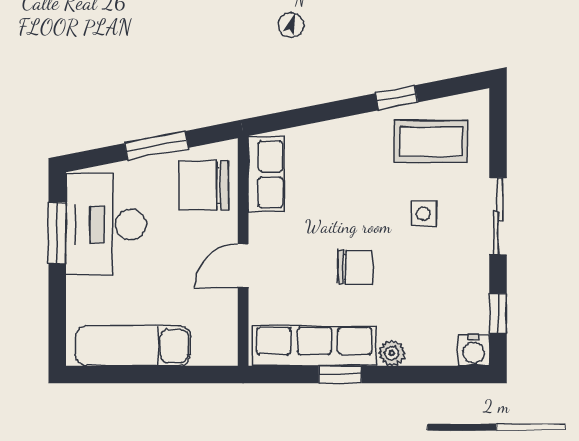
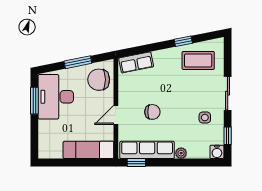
row of seats: (266, 174) -> (136, 62), moved, turned 79
side table: (423, 213) -> (205, 118), moved
chair: (355, 267) -> (152, 112), moved
exam couch: (133, 346) -> (88, 150), moved
window: (340, 374) -> (136, 163), moved

